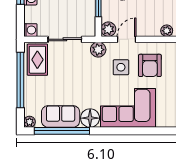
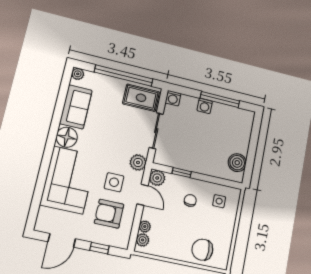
plant: (154, 31) -> (145, 227), added
window: (62, 131) -> (60, 105), removed

